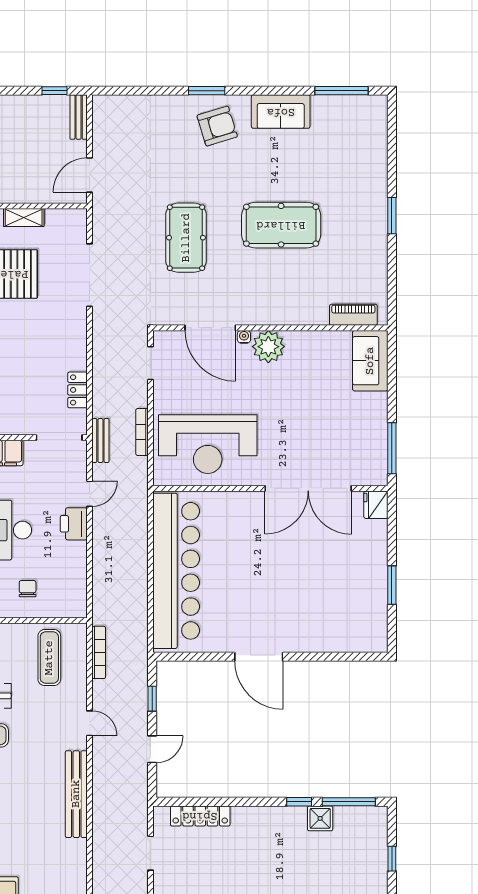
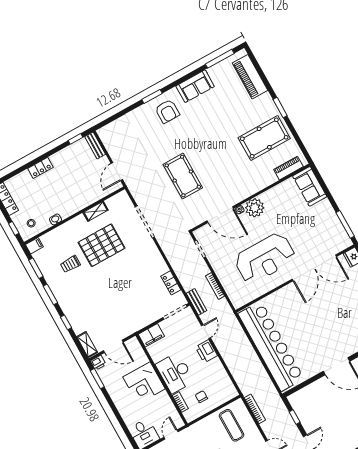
armchair: (217, 126) -> (167, 111), turned 107
piano: (372, 143) -> (250, 77), added
pool table: (281, 225) -> (264, 138), moved
reception desk: (208, 444) -> (265, 258), moved

